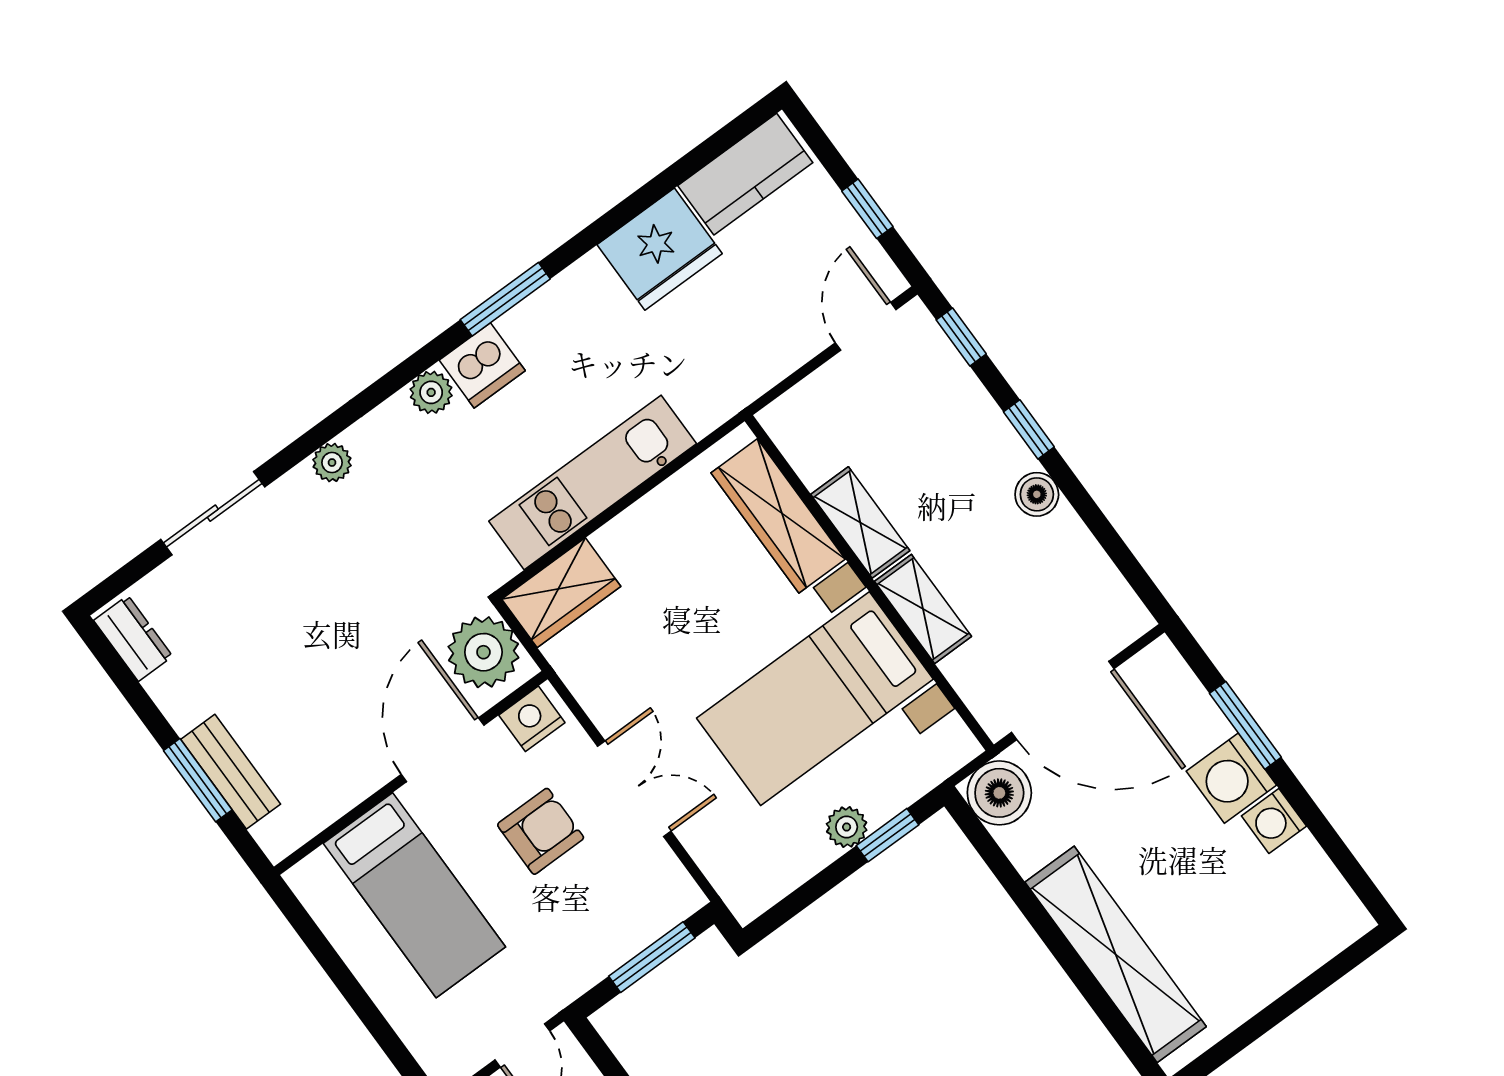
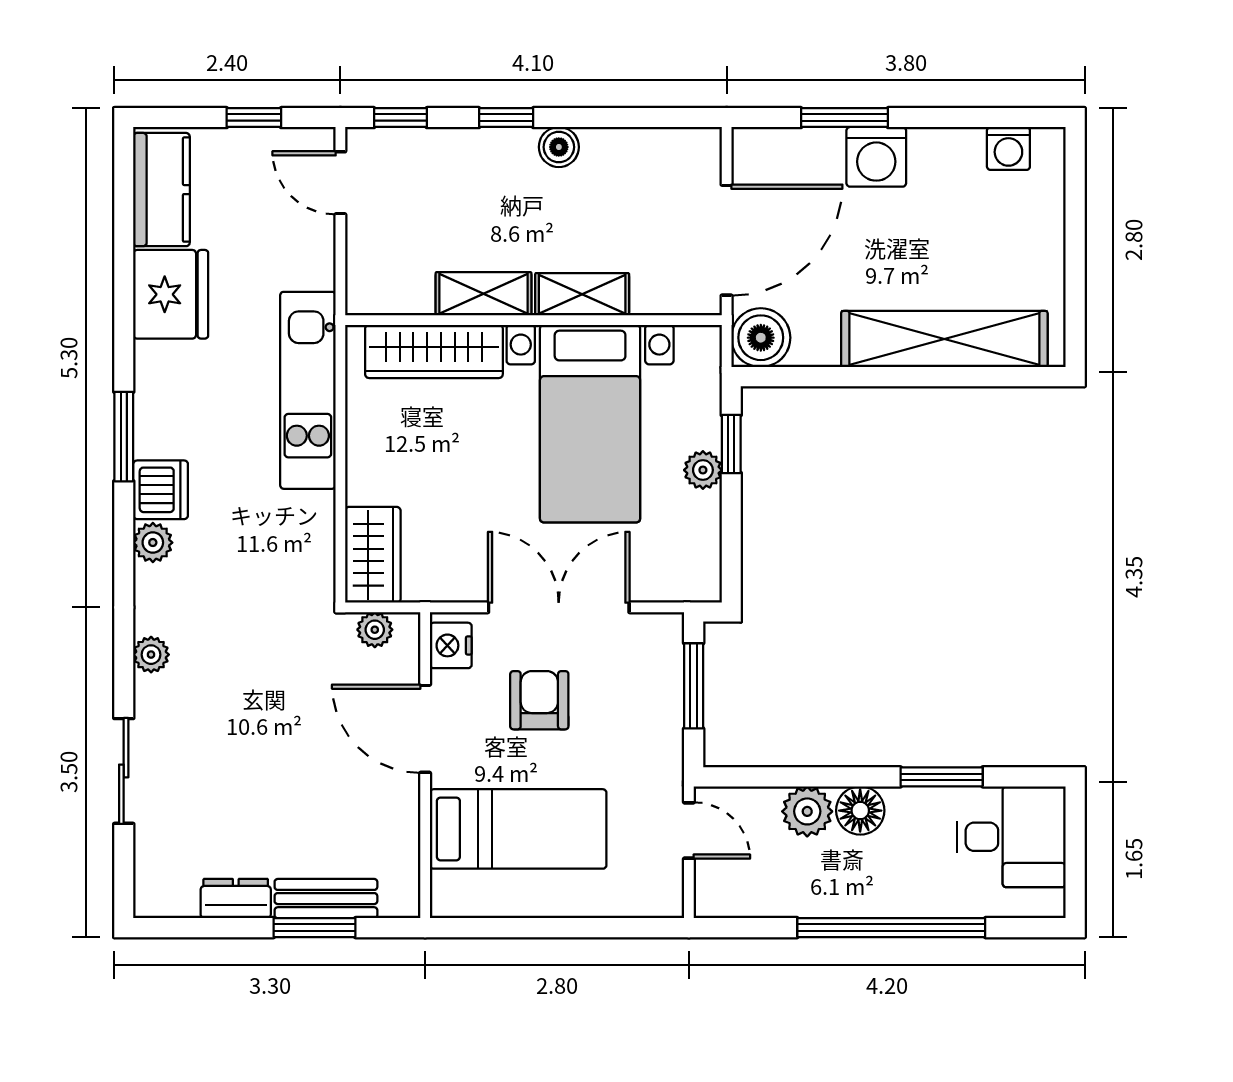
kitchen unit: (593, 482) -> (308, 390), moved
dresser: (133, 638) -> (236, 898), moved
plant: (483, 652) -> (375, 630), width x0.53, depth x0.53
double door: (634, 789) -> (559, 607), width x1.37
washing machine: (1274, 821) -> (1008, 148), moved

